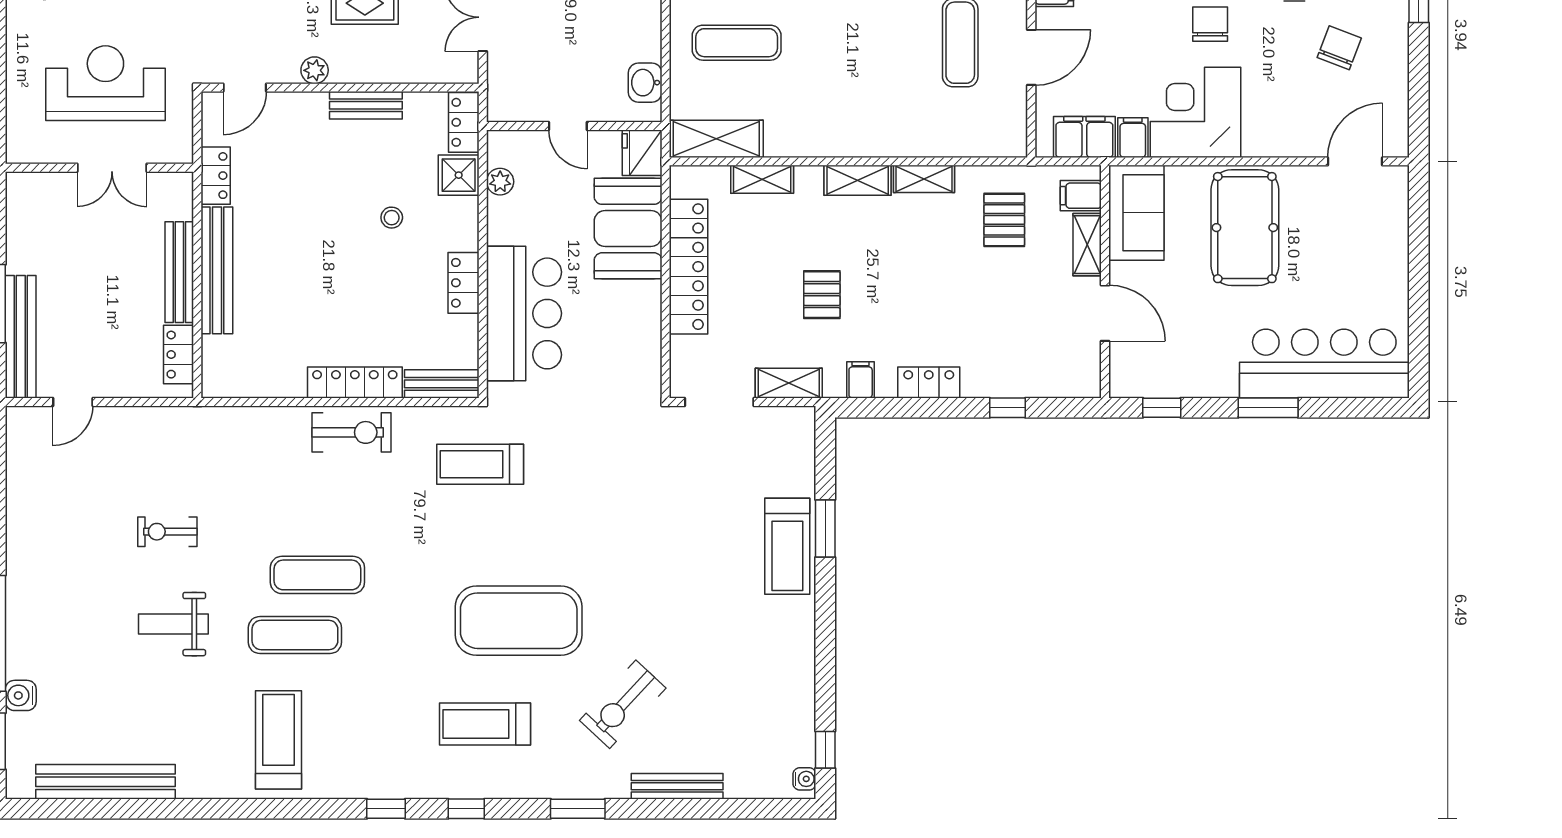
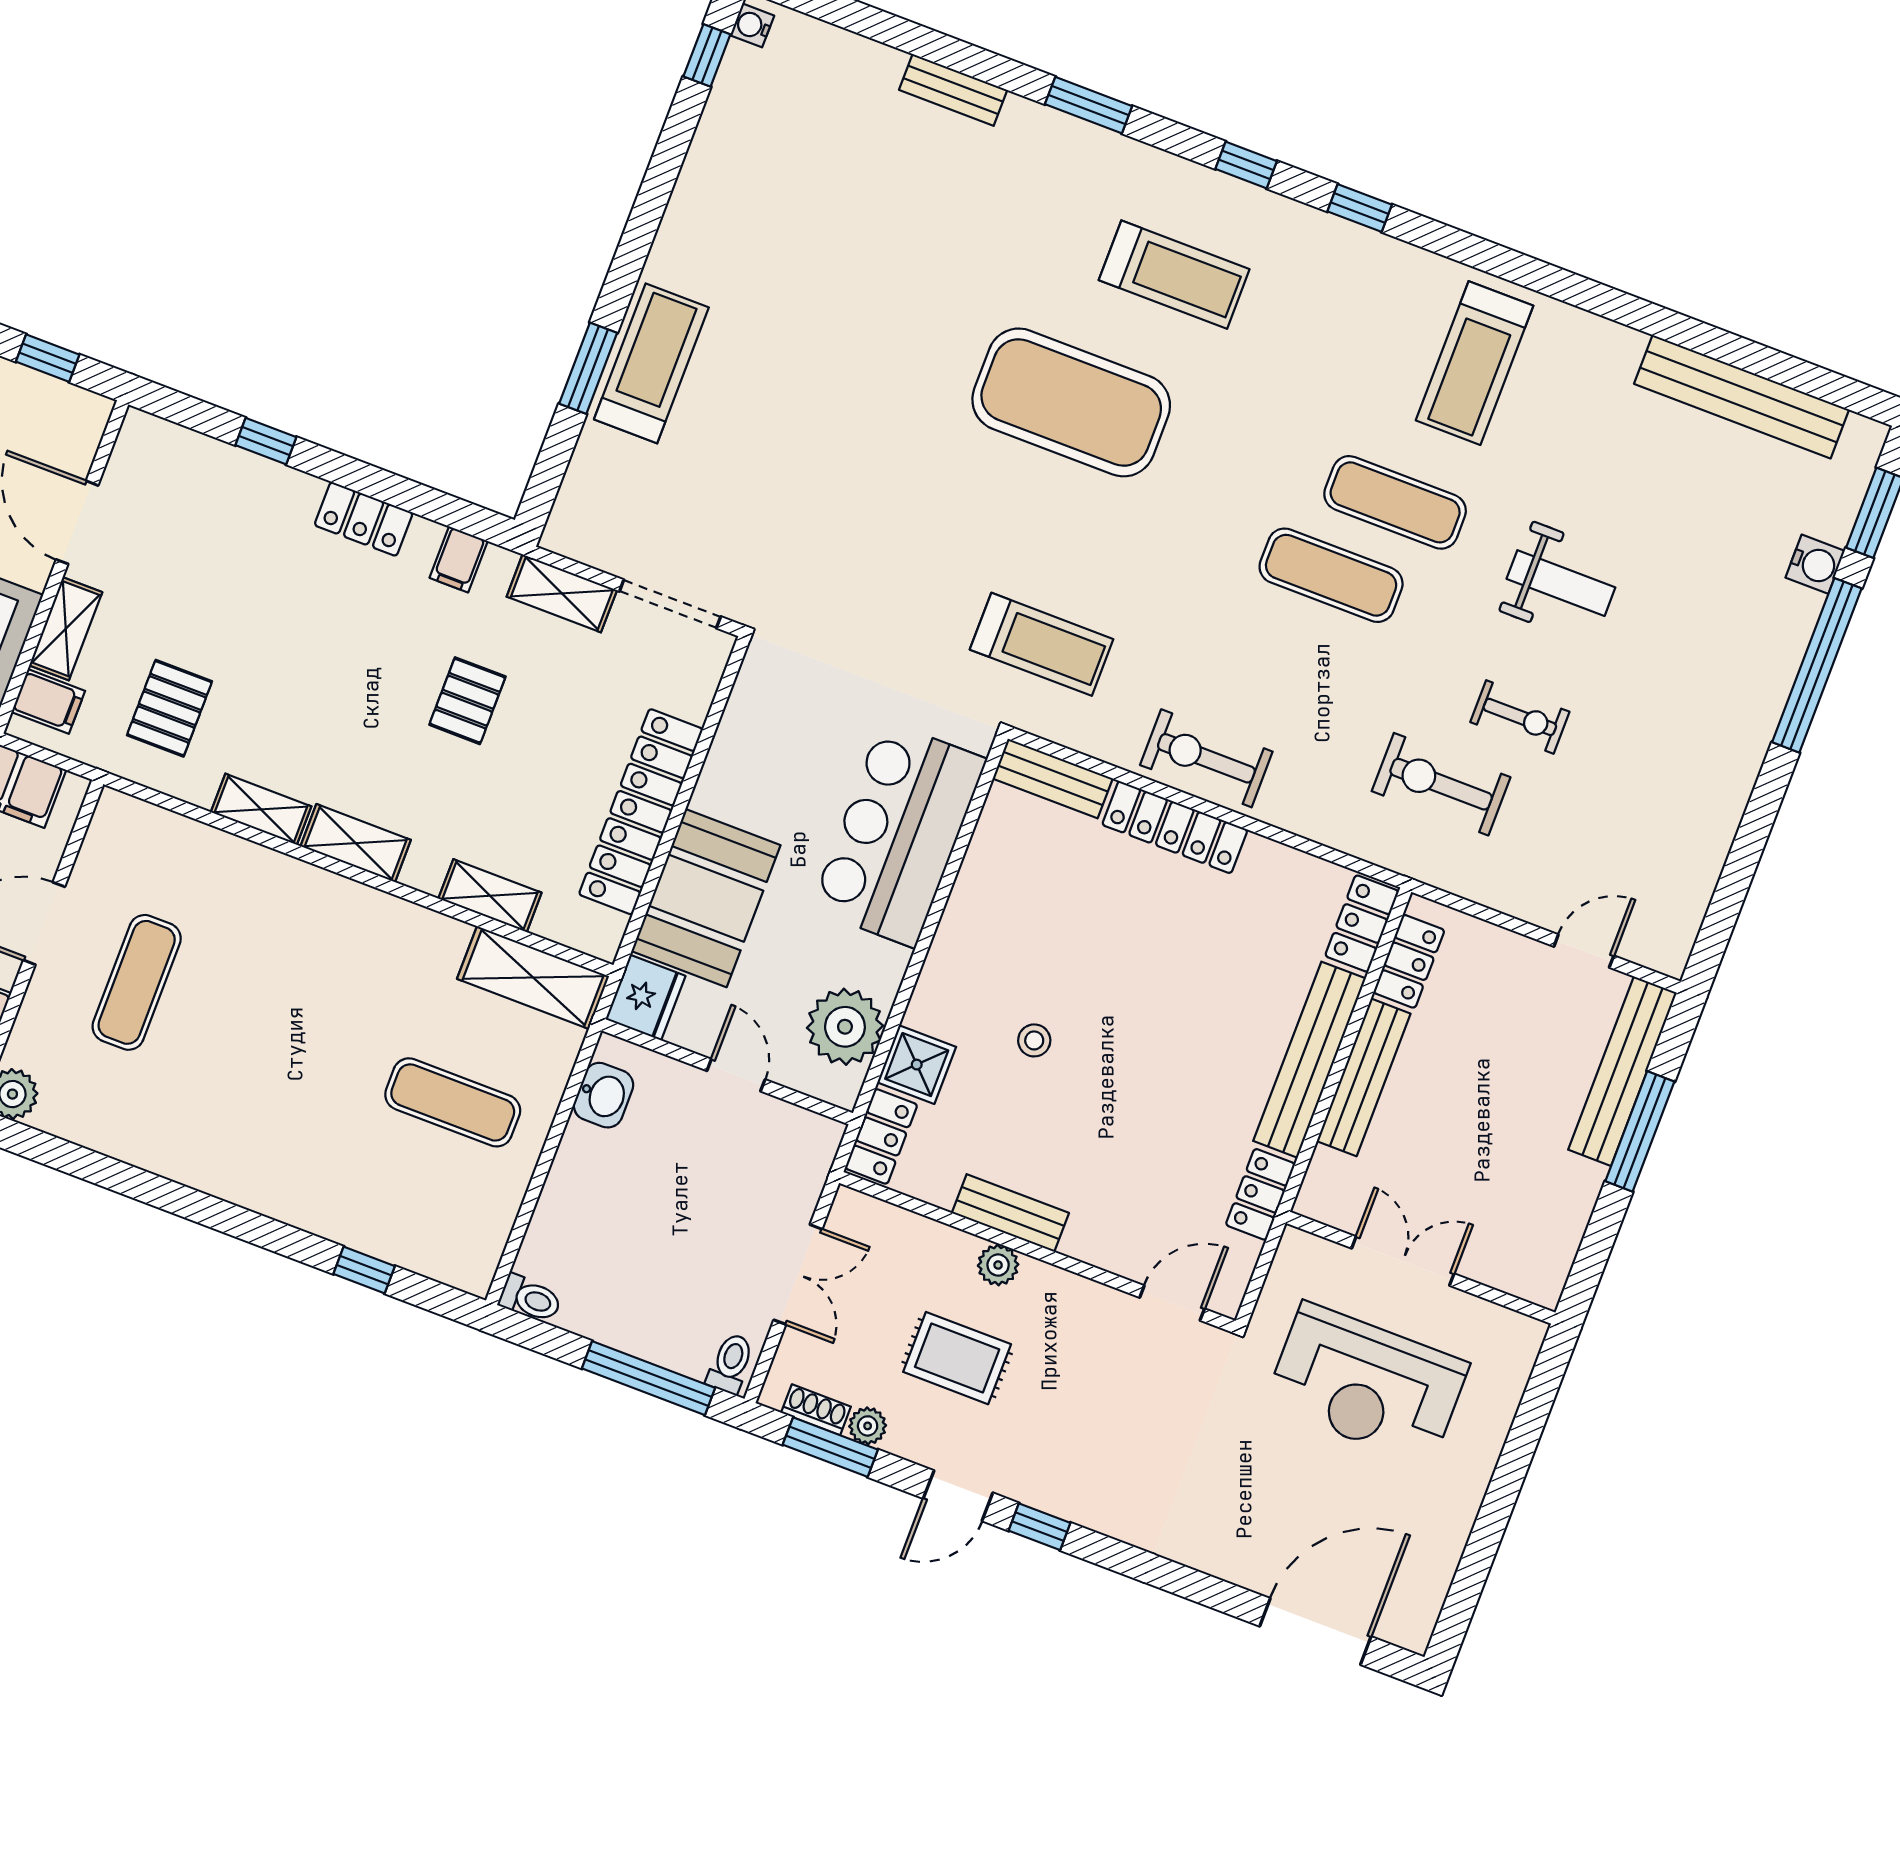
plant: (315, 70) -> (998, 1265), moved
plant: (500, 182) -> (845, 1027), width x1.88, depth x1.88
locker: (464, 283) -> (1362, 924), moved, turned 180
exercise bike: (623, 704) -> (1441, 784), moved, turned -133
bench: (677, 786) -> (953, 90), width x0.73

